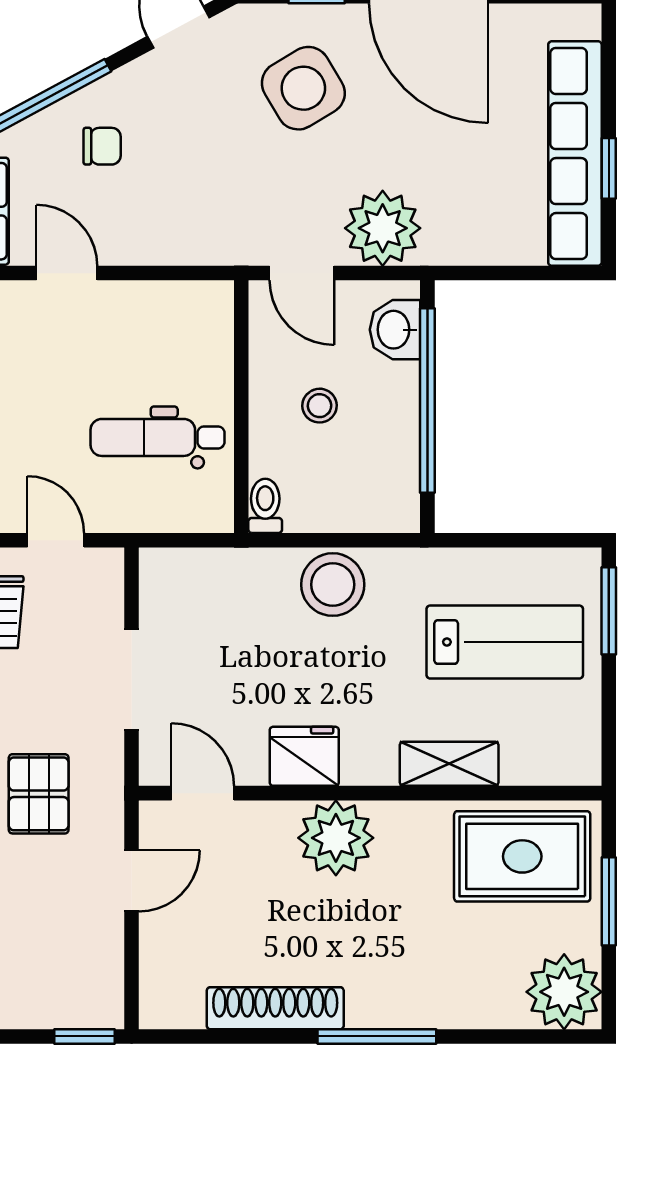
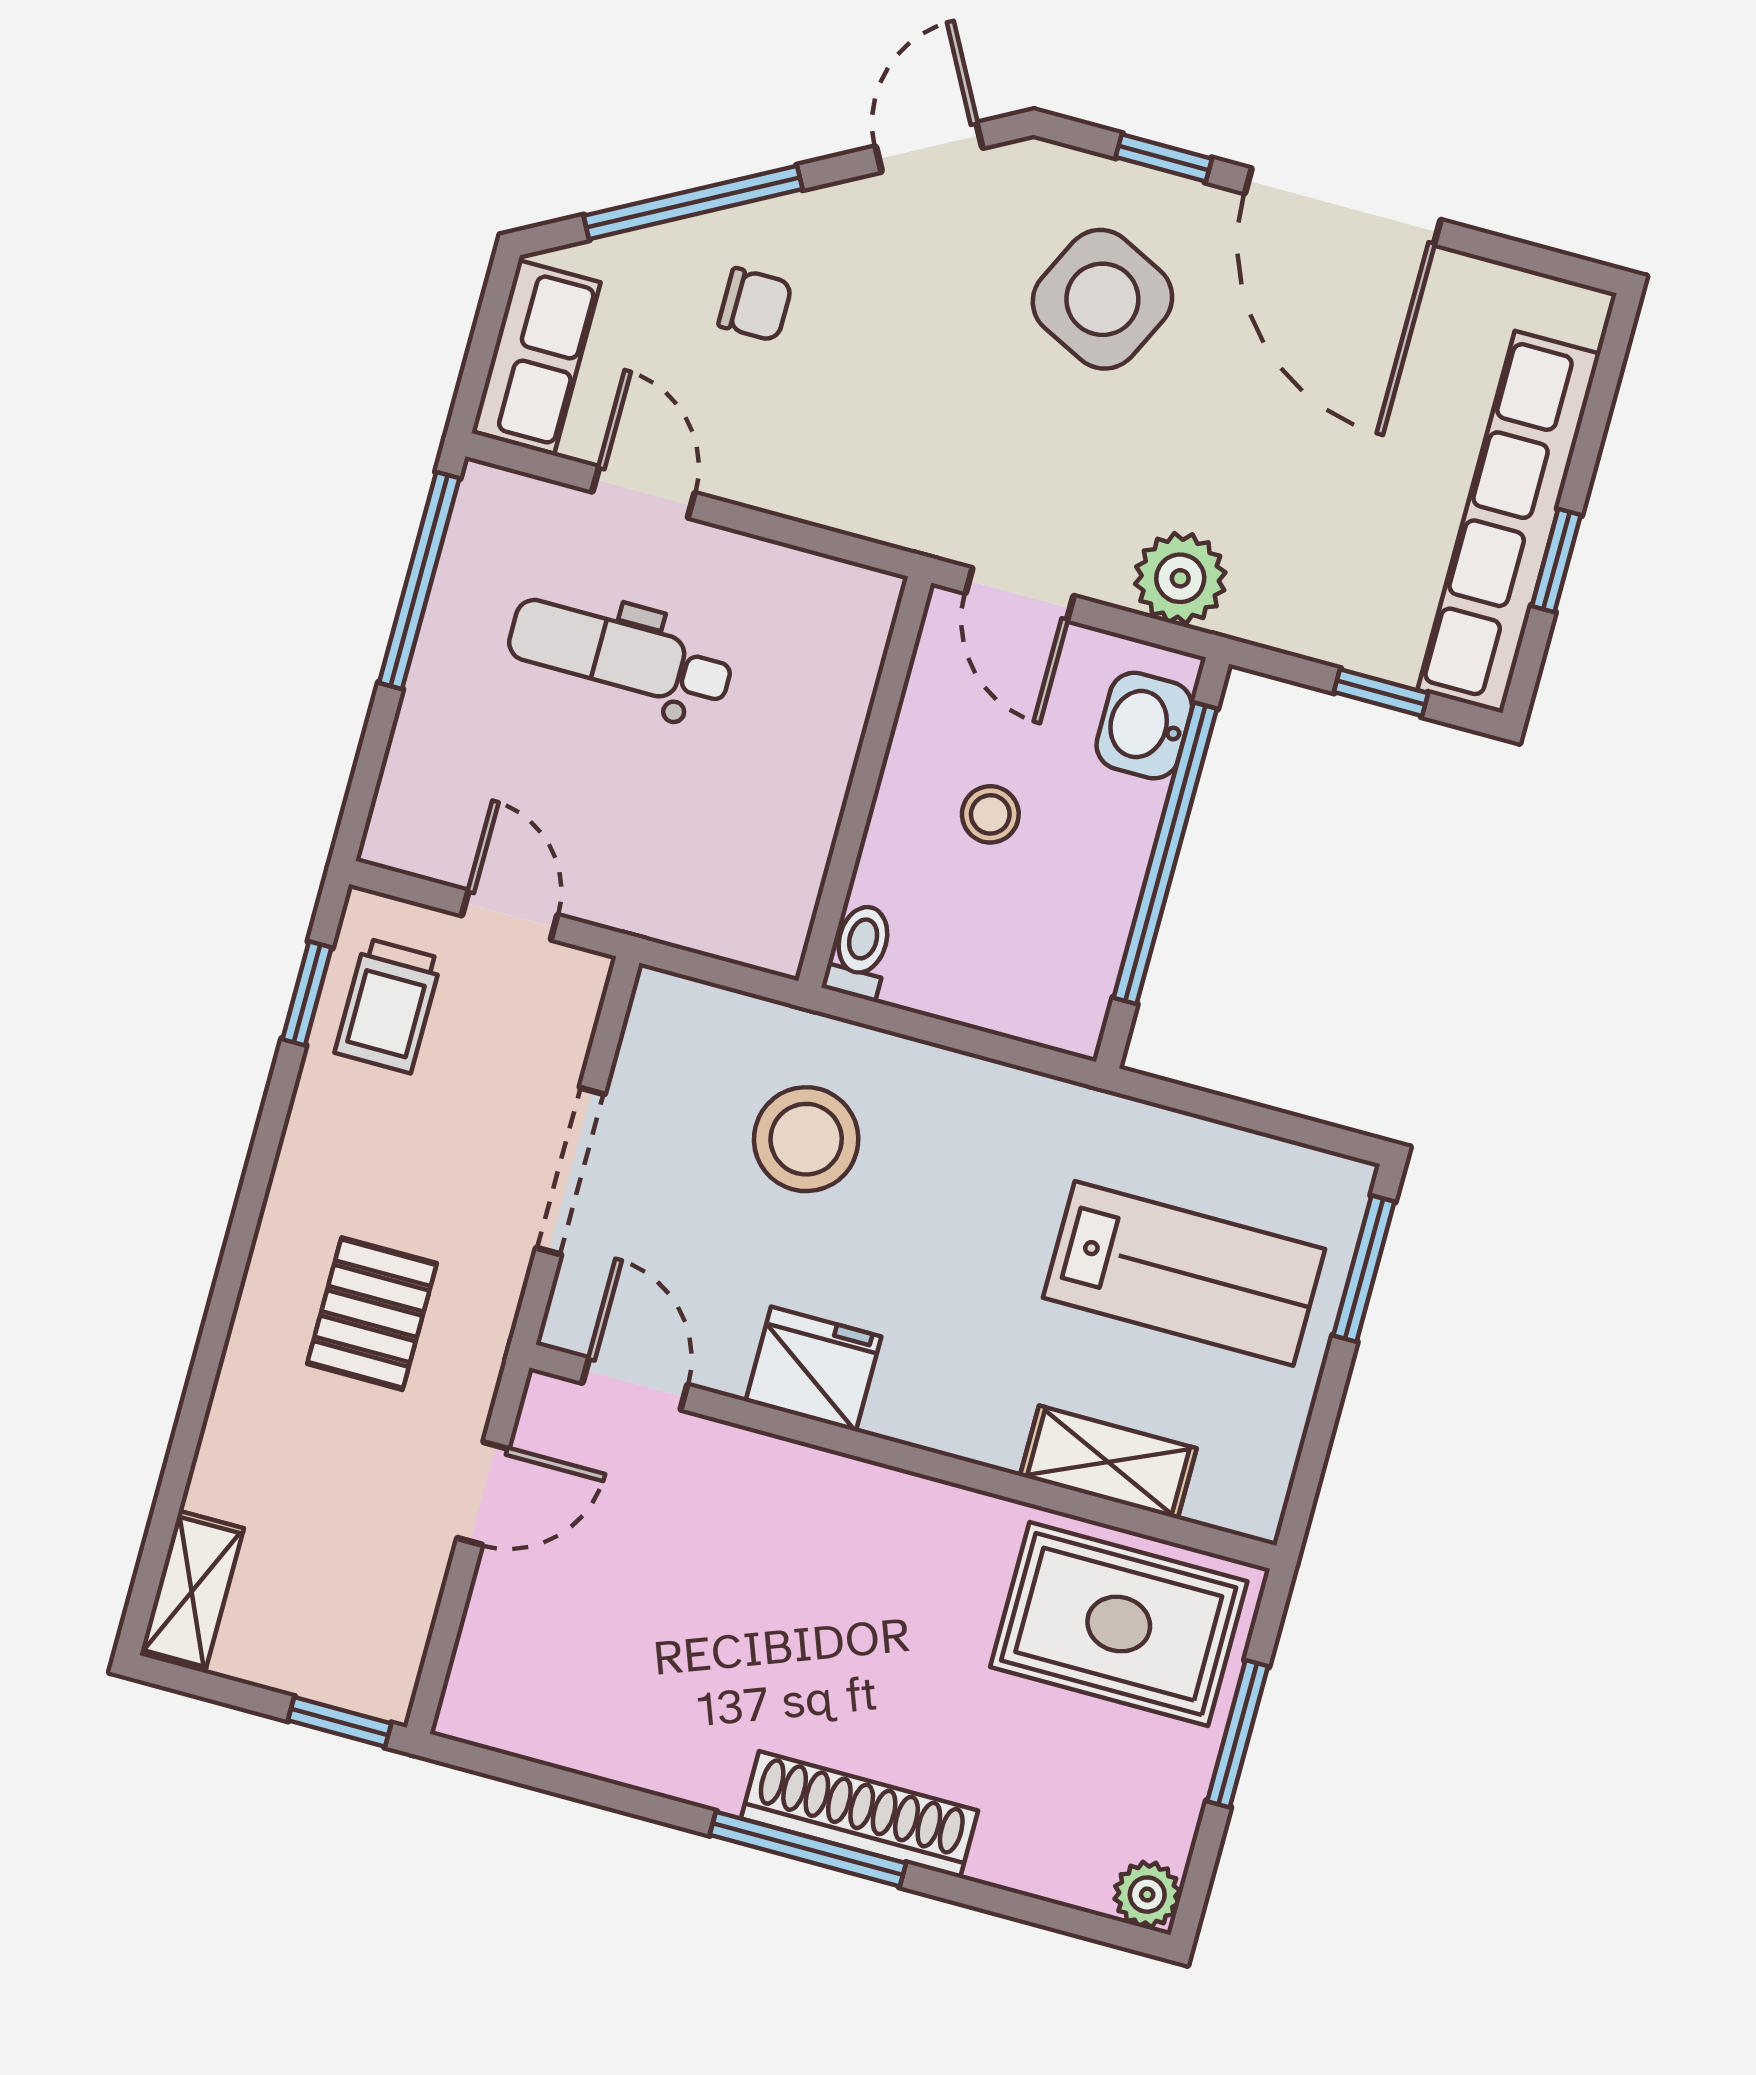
side table: (303, 88) -> (1102, 299), turned -33
plant: (383, 228) -> (1180, 578), width x0.73, depth x0.73
window: (528, 273) -> (1381, 693), added
dental chair: (157, 437) -> (620, 655), moved
stool: (333, 585) -> (806, 1139), moved
shelving: (449, 764) -> (1108, 1462), moved
plant: (336, 838) -> (828, 1513), removed
plant: (564, 992) -> (1147, 1895), width x0.53, depth x0.53
shoe rack: (275, 1008) -> (859, 1814), moved

